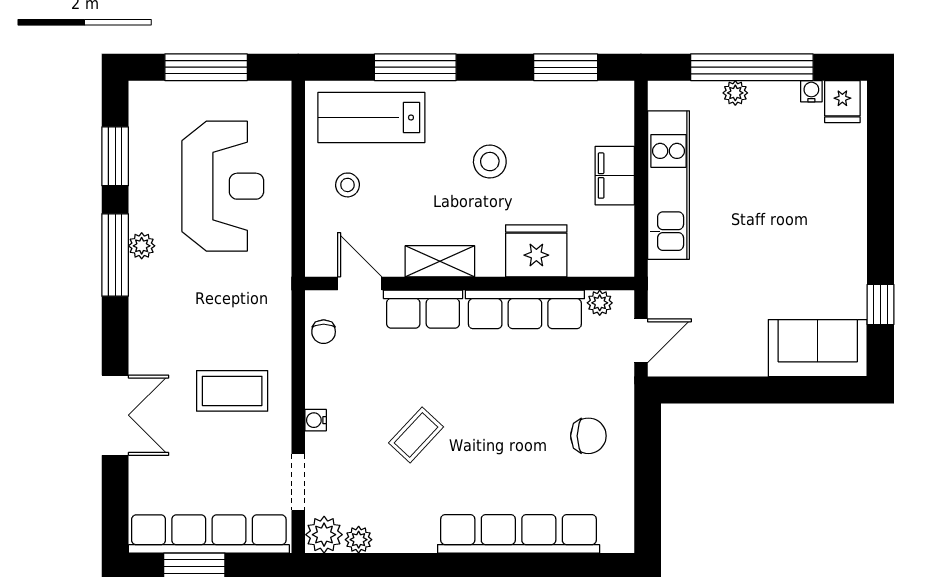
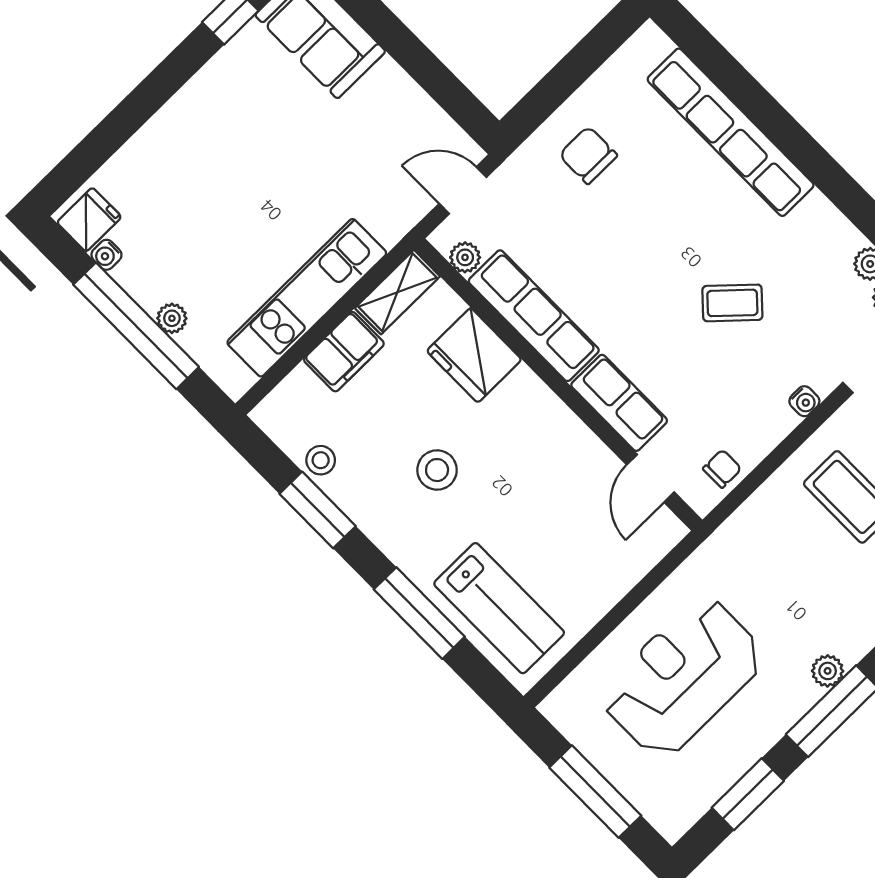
window: (566, 67) -> (318, 510), moved
stool: (347, 185) -> (321, 460), moved
plant: (142, 246) -> (828, 671), moved
shelving: (440, 261) -> (397, 292), moved, turned 90

